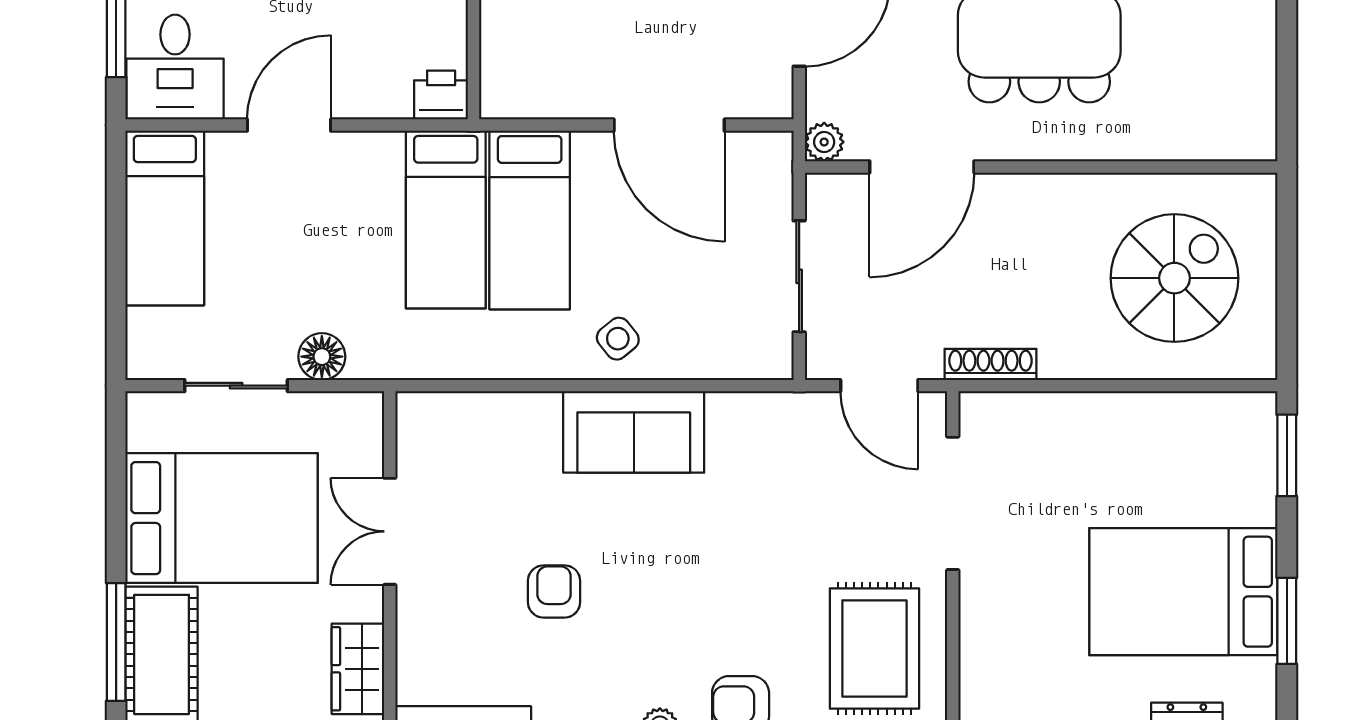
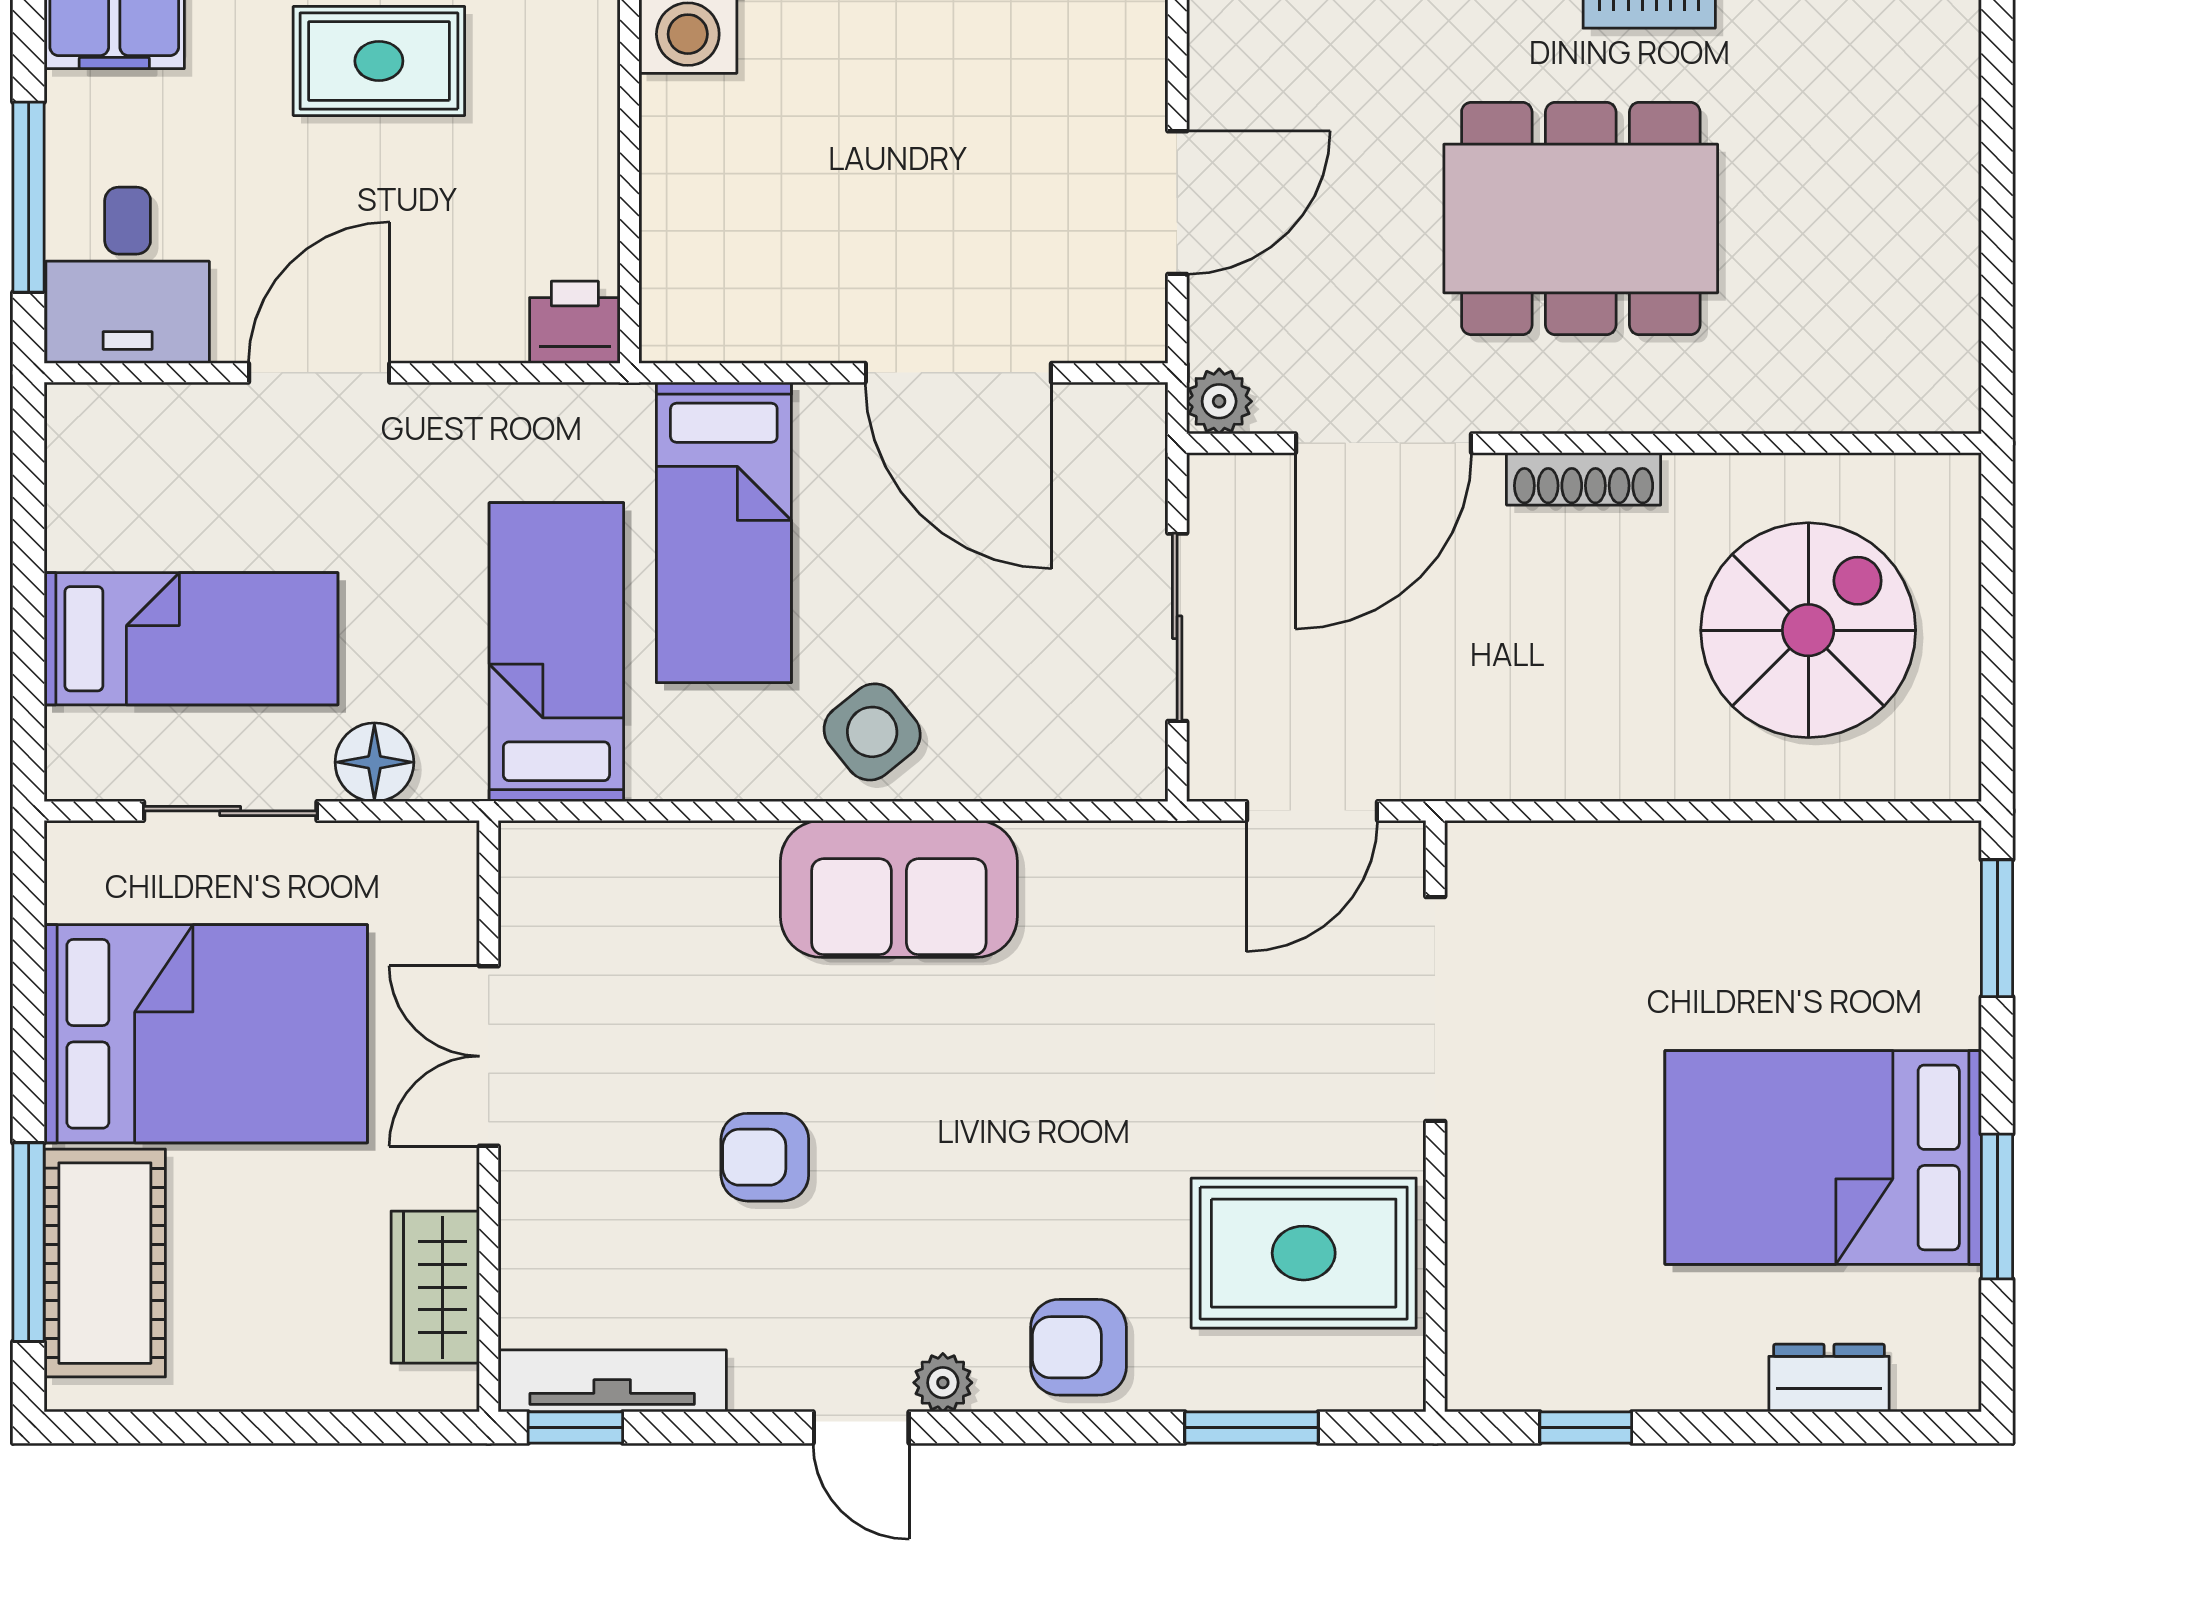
bed: (165, 218) -> (191, 639), moved, turned -90
bed: (446, 219) -> (556, 652), moved, turned 180
side table: (618, 339) -> (872, 732), width x1.37, depth x1.37
shoe rack: (990, 364) -> (1584, 479), moved, turned 180
door: (879, 386) -> (1312, 811), hinge flipped
armchair: (554, 591) -> (765, 1157), turned -90
rug: (874, 649) -> (1304, 1253), turned 90

